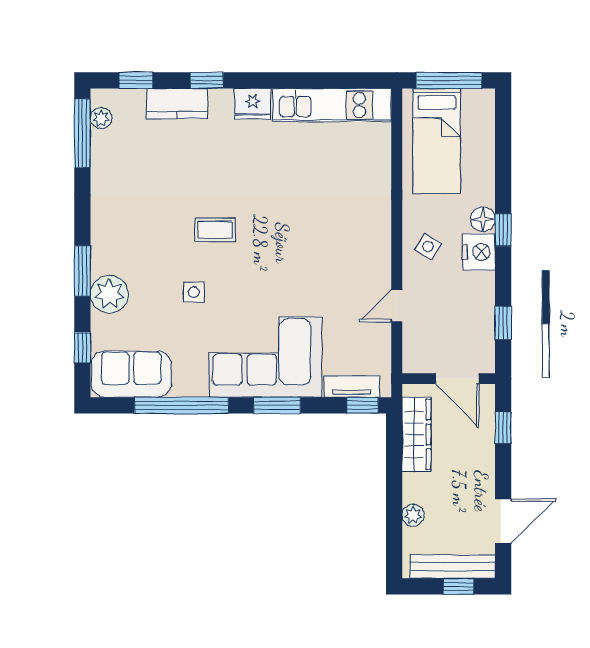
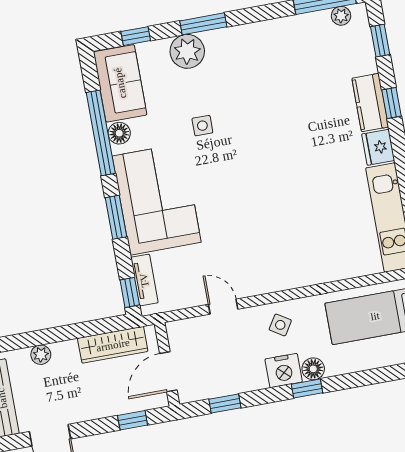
kitchen counter: (177, 104) -> (370, 103), moved
coffee table: (215, 230) -> (261, 134), removed
floor lamp: (186, 385) -> (119, 133), added

